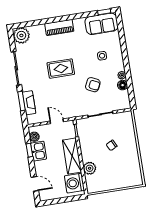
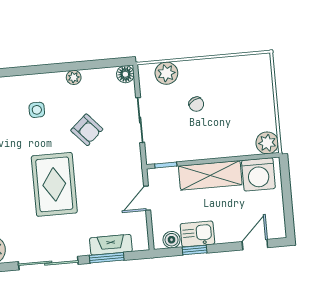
rug: (61, 69) -> (54, 184), width x1.36, depth x1.43
armchair: (93, 85) -> (87, 130), turned 112
floor lamp: (123, 85) -> (125, 74), moved
plant: (128, 127) -> (166, 73), added
plant: (90, 168) -> (267, 143), moved

